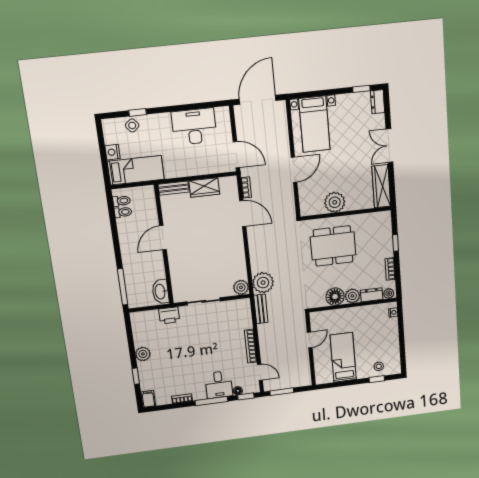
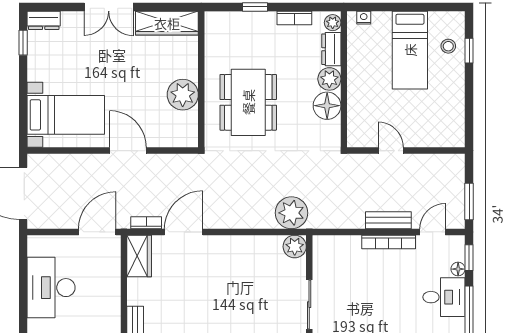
wardrobe: (204, 187) -> (139, 256), moved
bench: (261, 309) -> (388, 220), moved
bed: (343, 357) -> (410, 50), moved, turned -90

